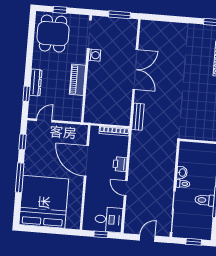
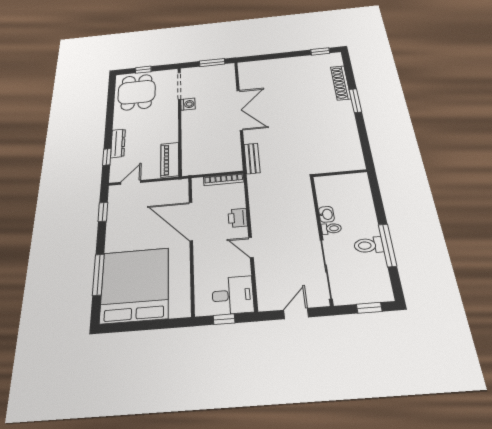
piano: (78, 80) -> (170, 160), moved
window: (20, 178) -> (98, 275), moved

